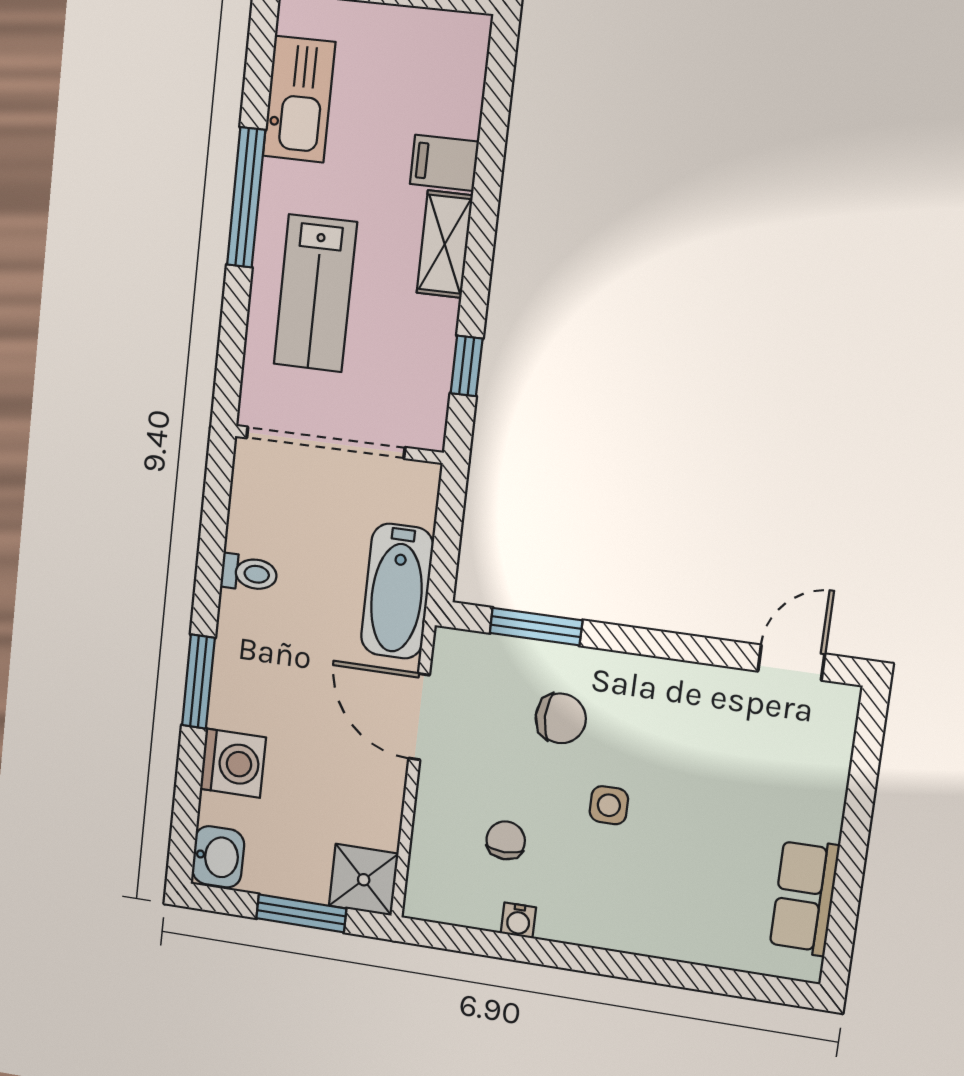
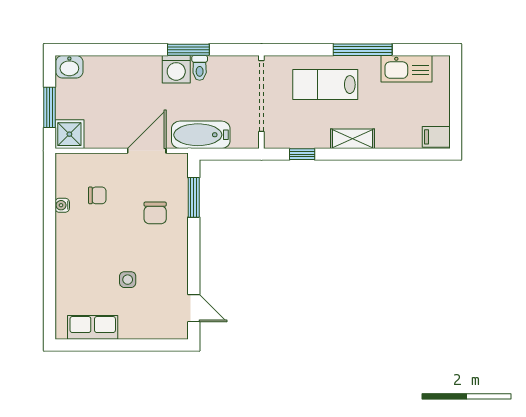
filing cabinet: (444, 163) -> (436, 137), moved, turned -90
window: (198, 682) -> (188, 50), moved
washing machine: (233, 763) -> (176, 69), moved
side table: (609, 805) -> (128, 280), moved

